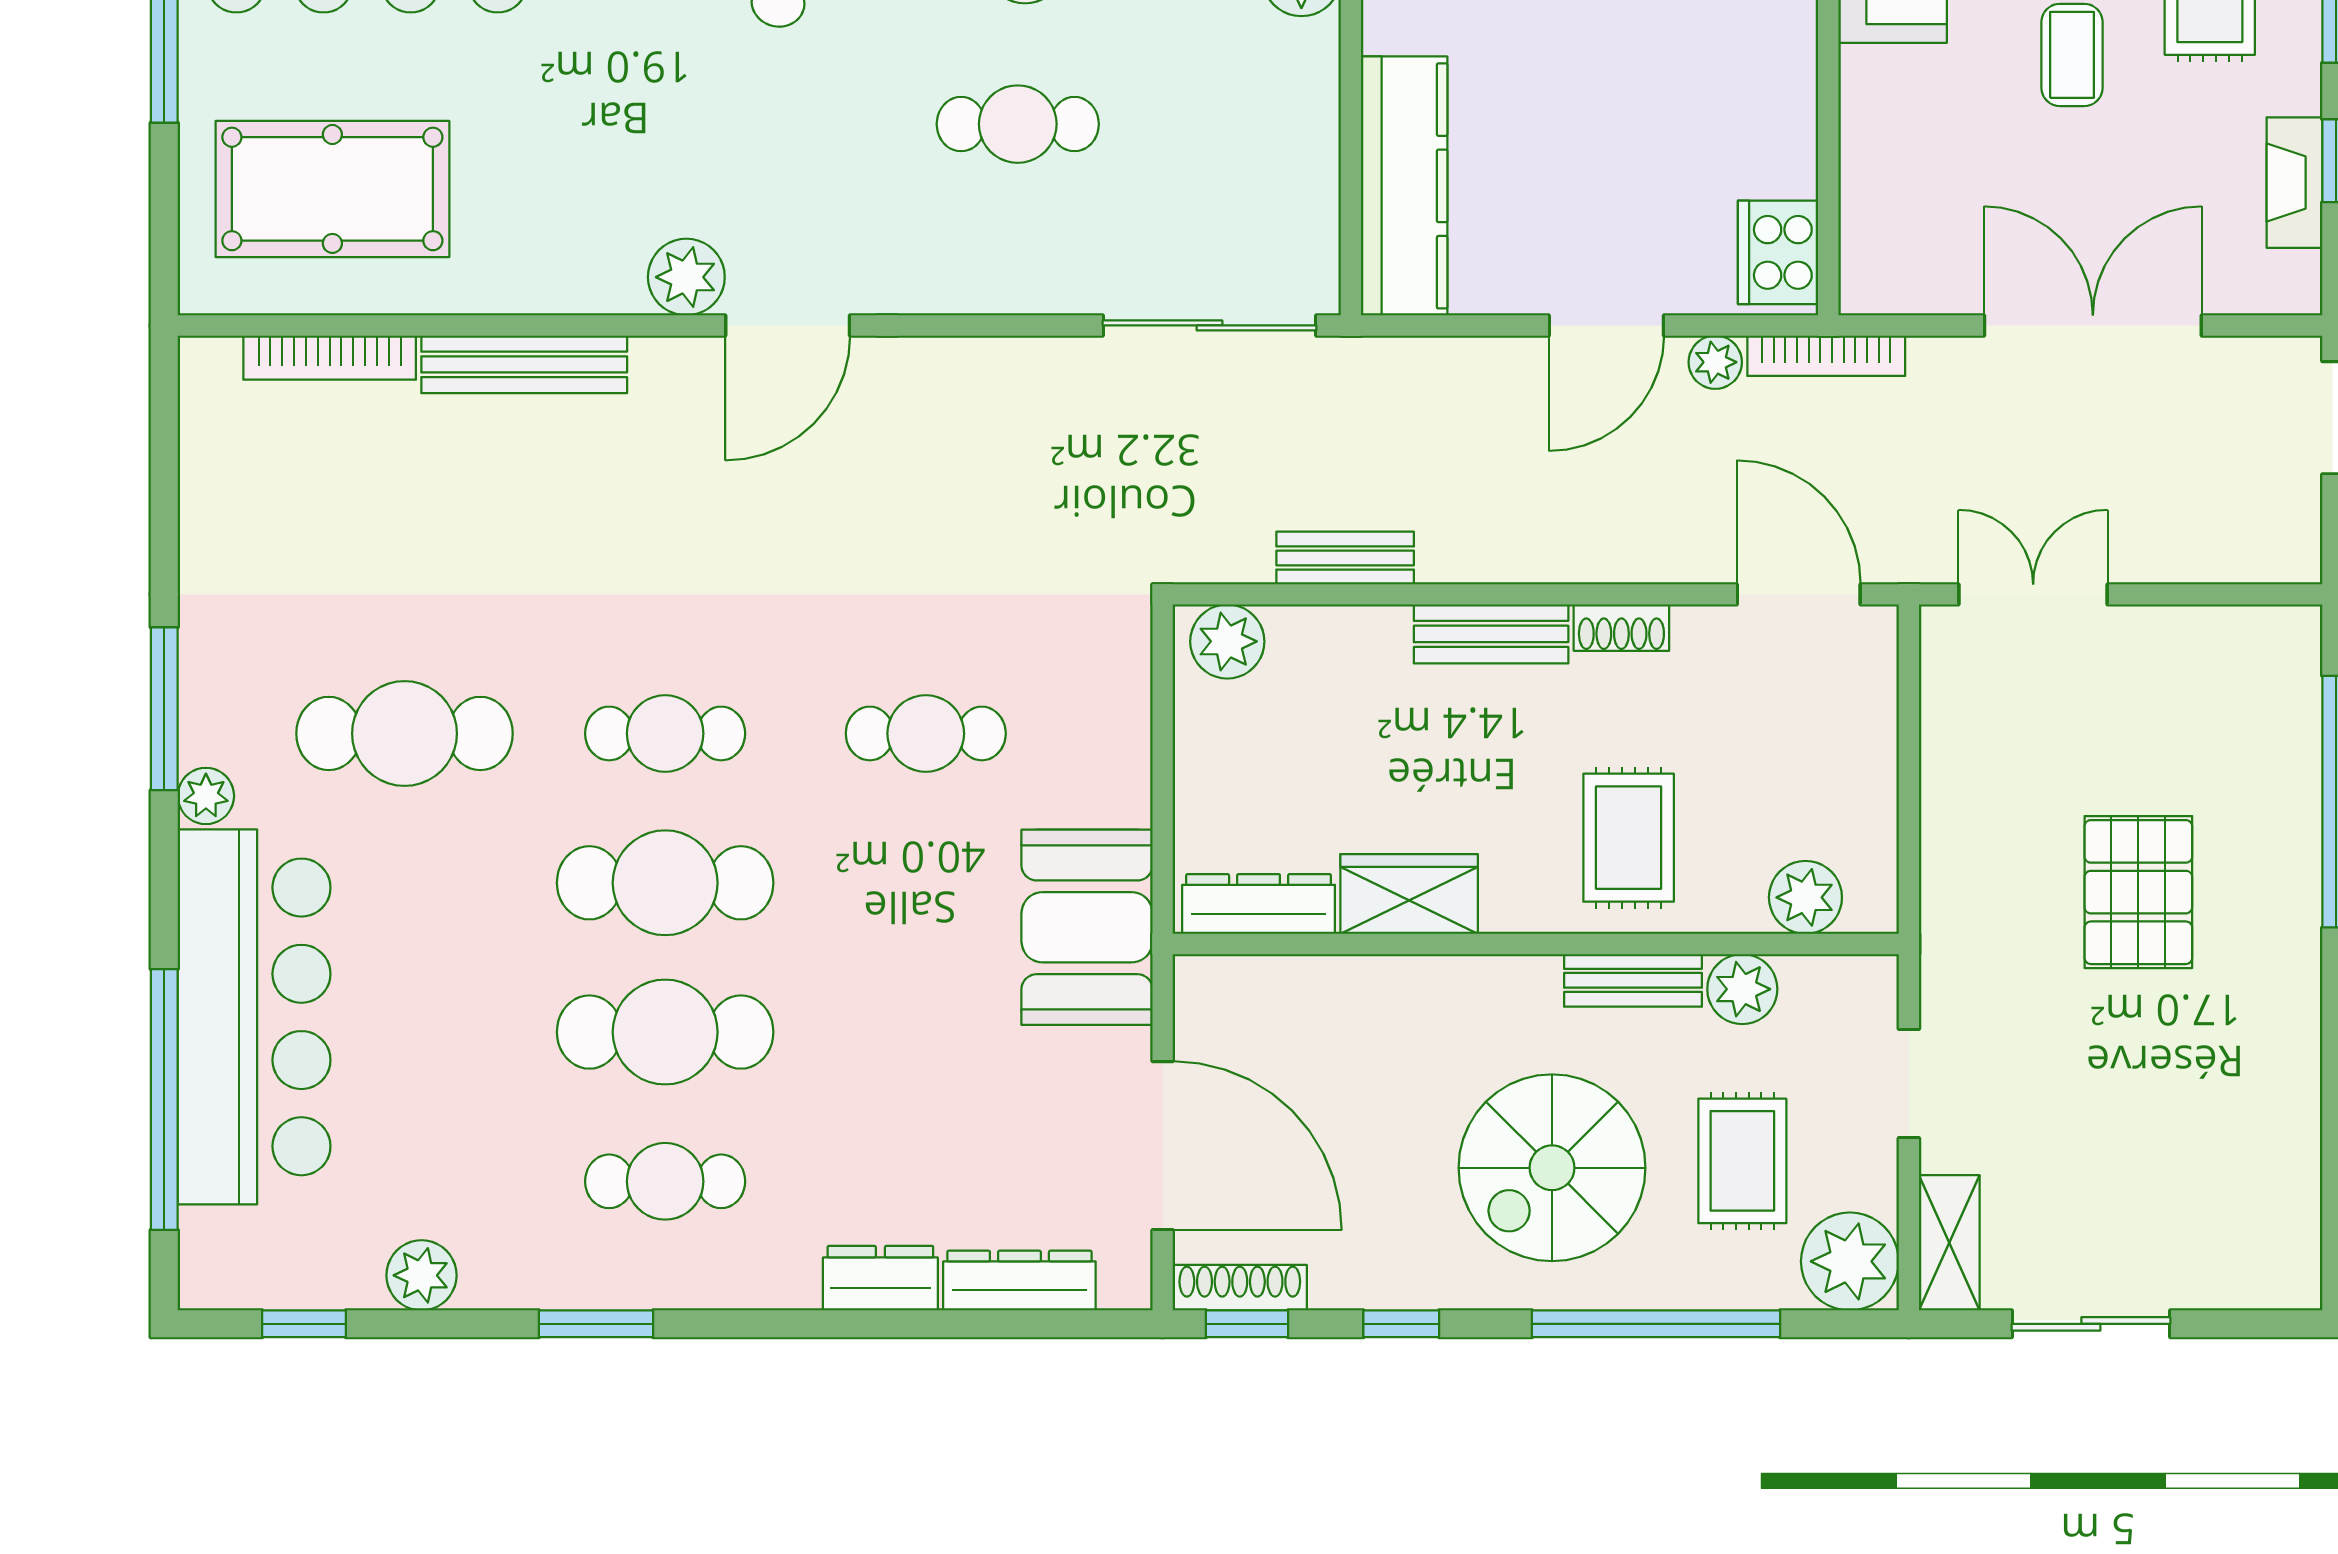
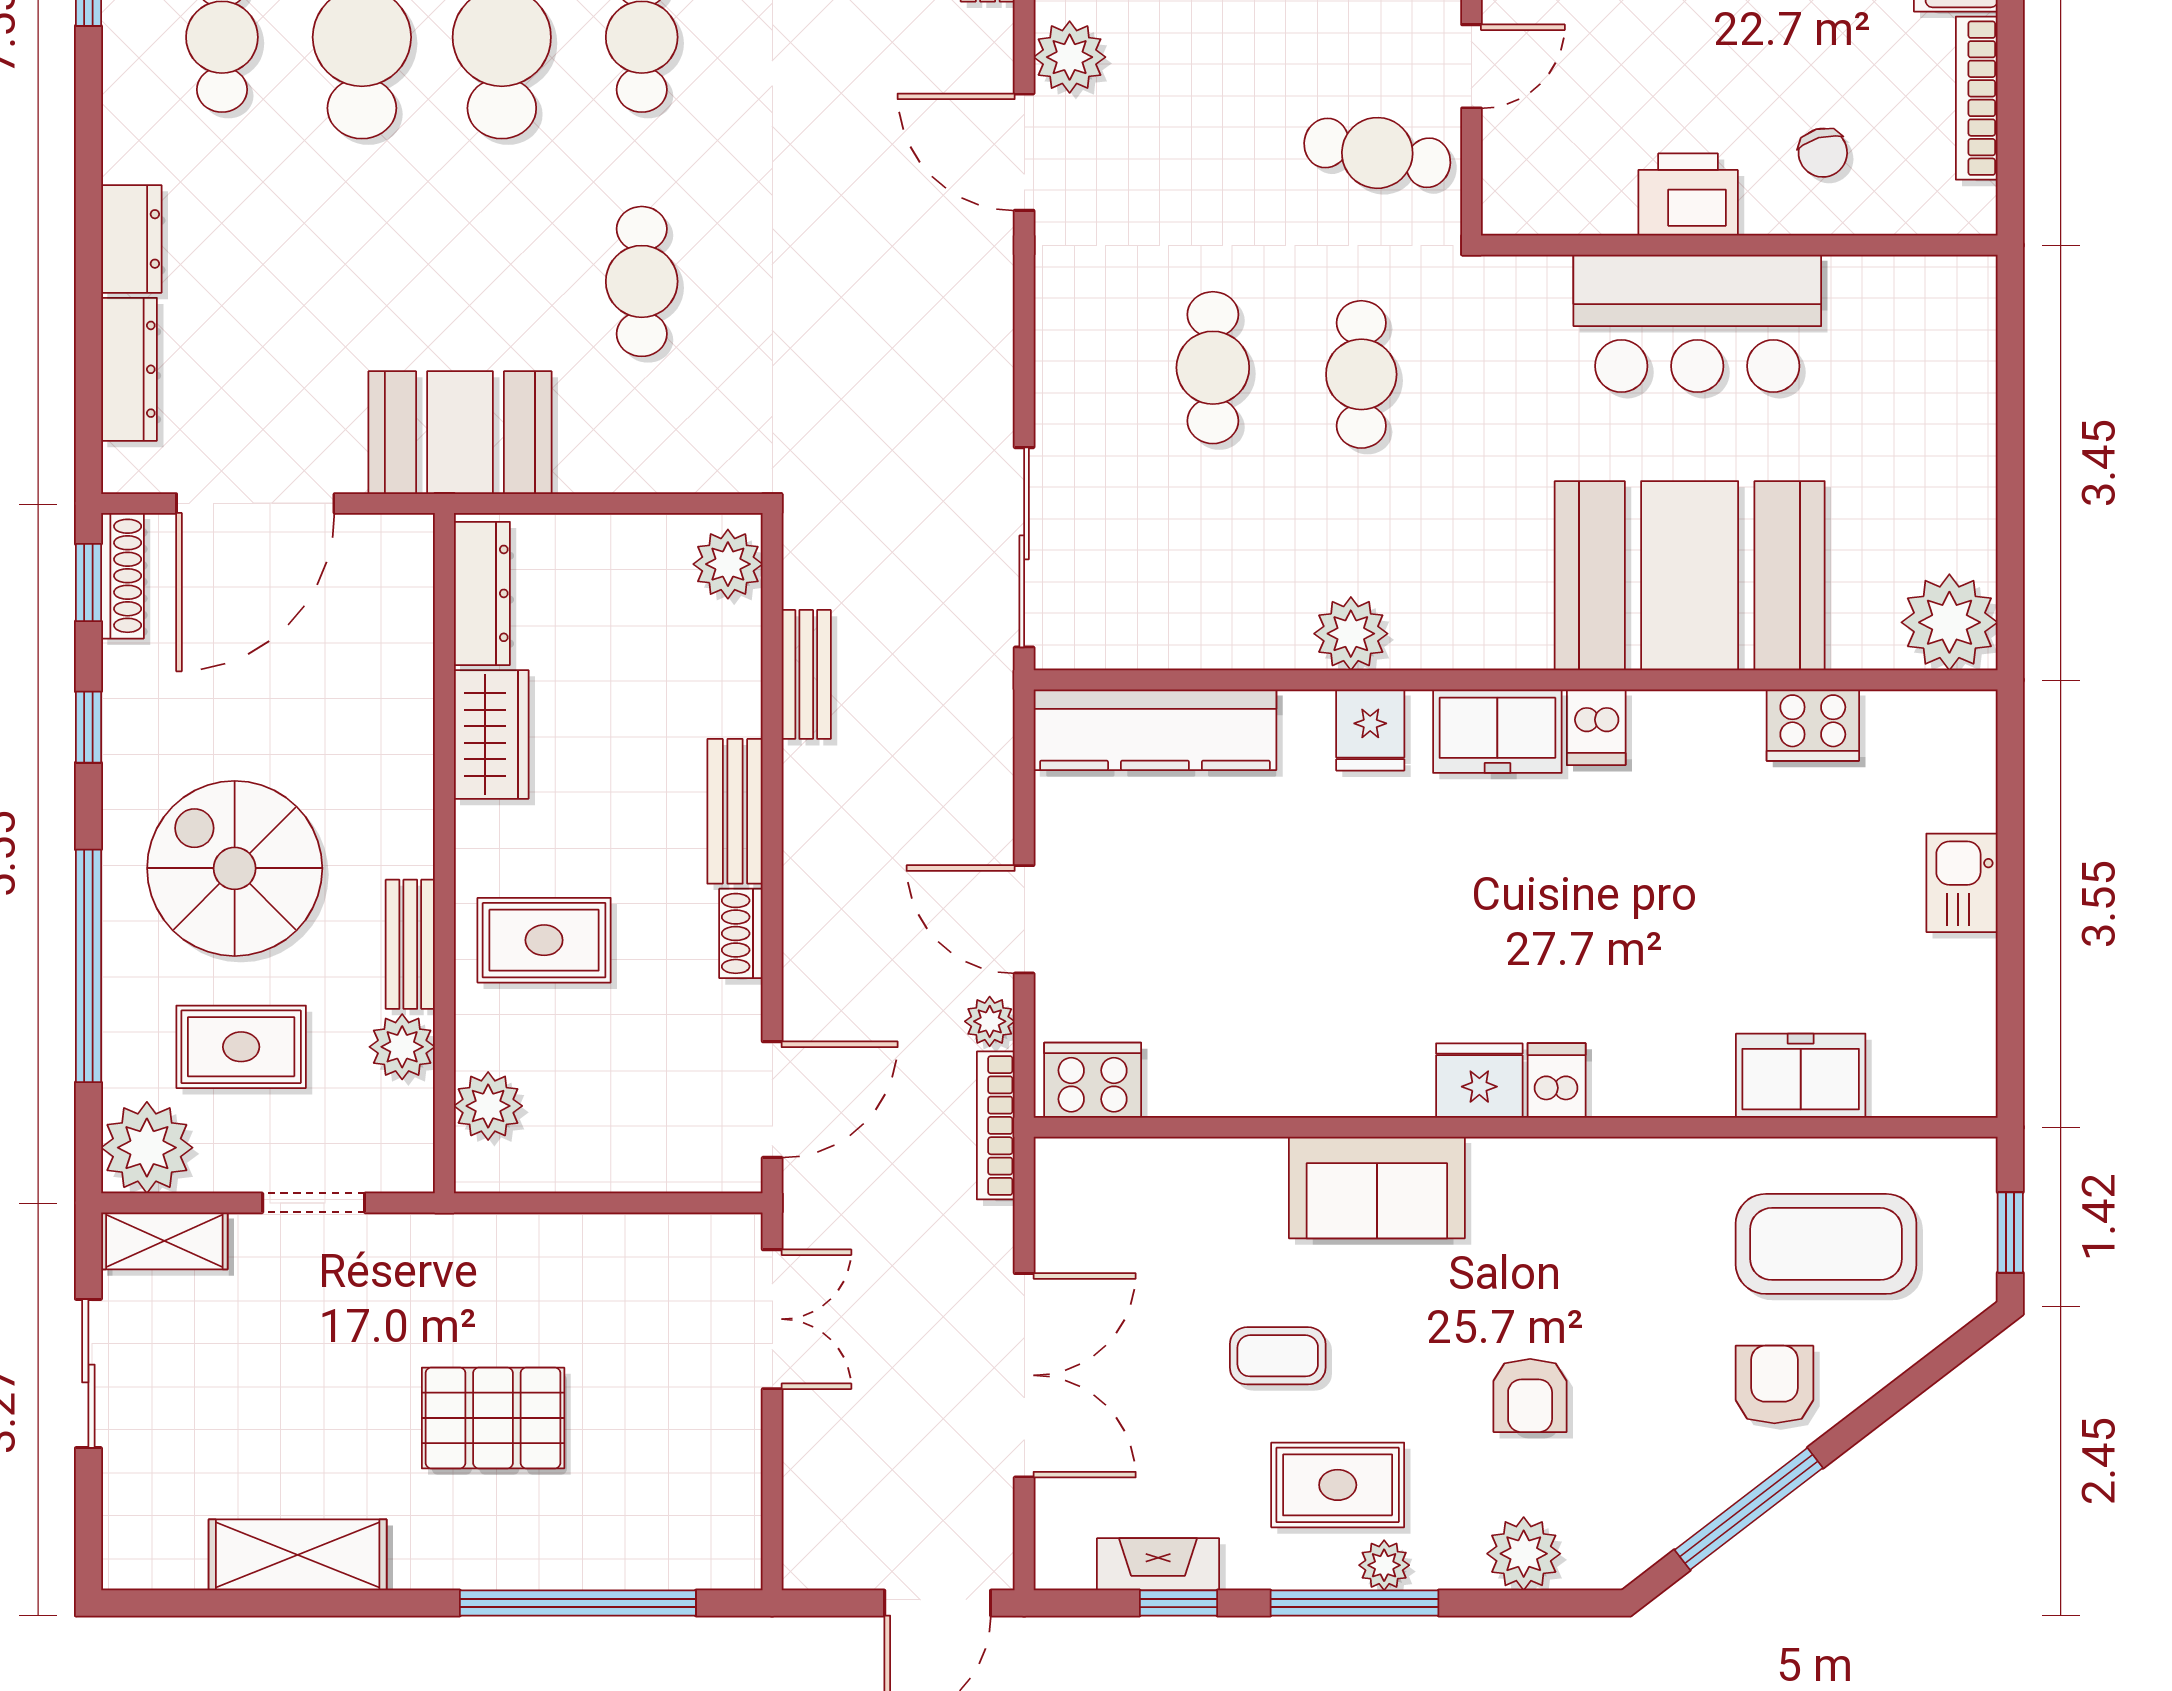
shelving: (2284, 1101) -> (298, 1555), added

